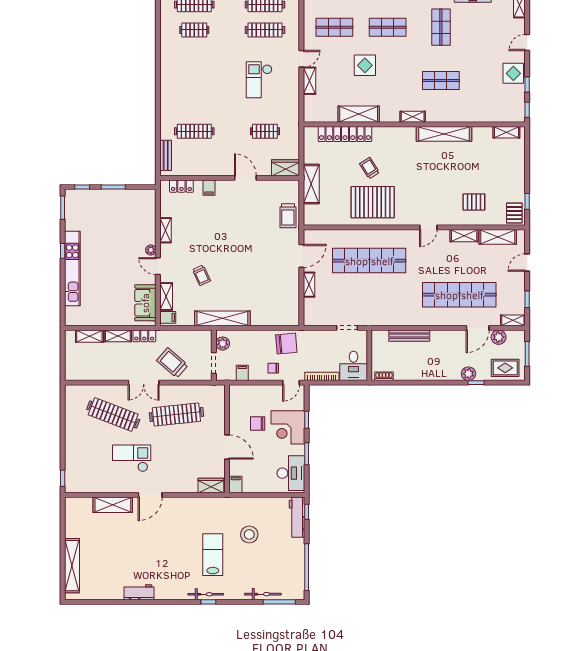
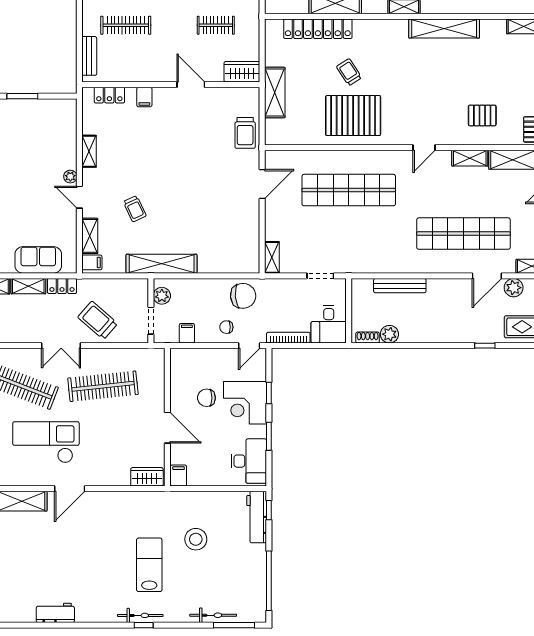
shelving: (309, 285) -> (272, 257), moved
sofa: (145, 303) -> (38, 260), moved, turned 90
plant: (468, 374) -> (389, 334), moved
checkout: (132, 458) -> (46, 442), width x1.36, depth x1.21

